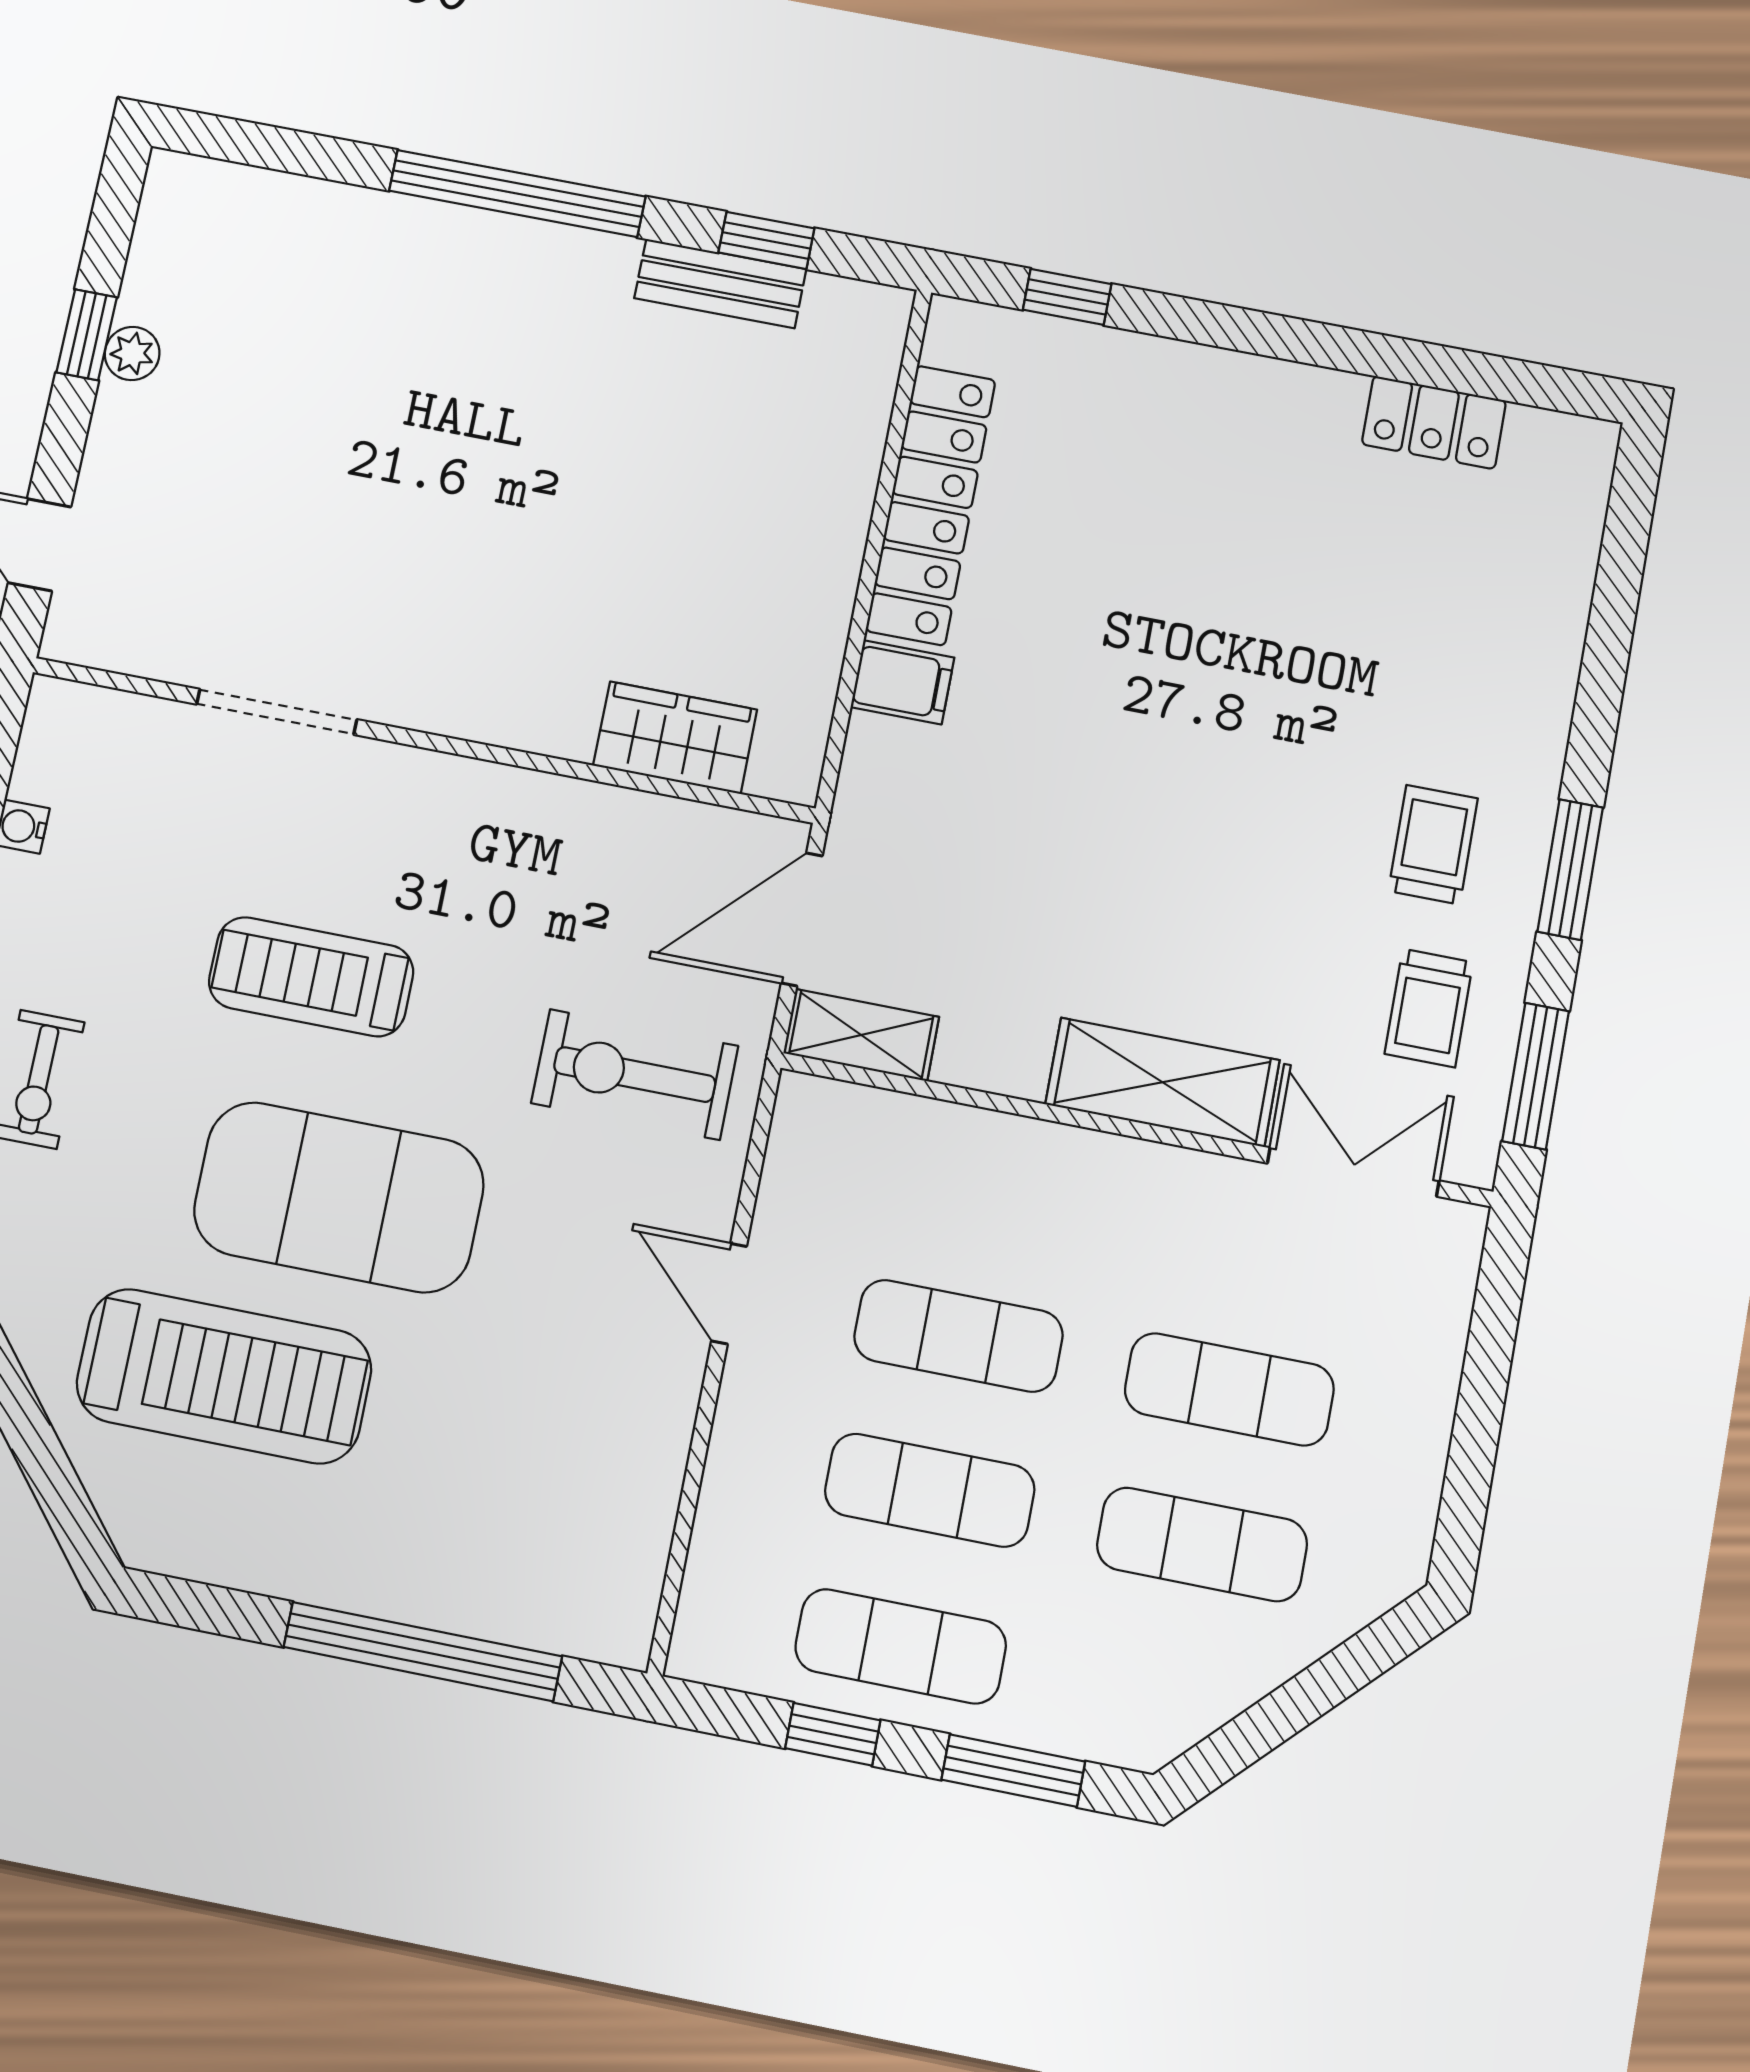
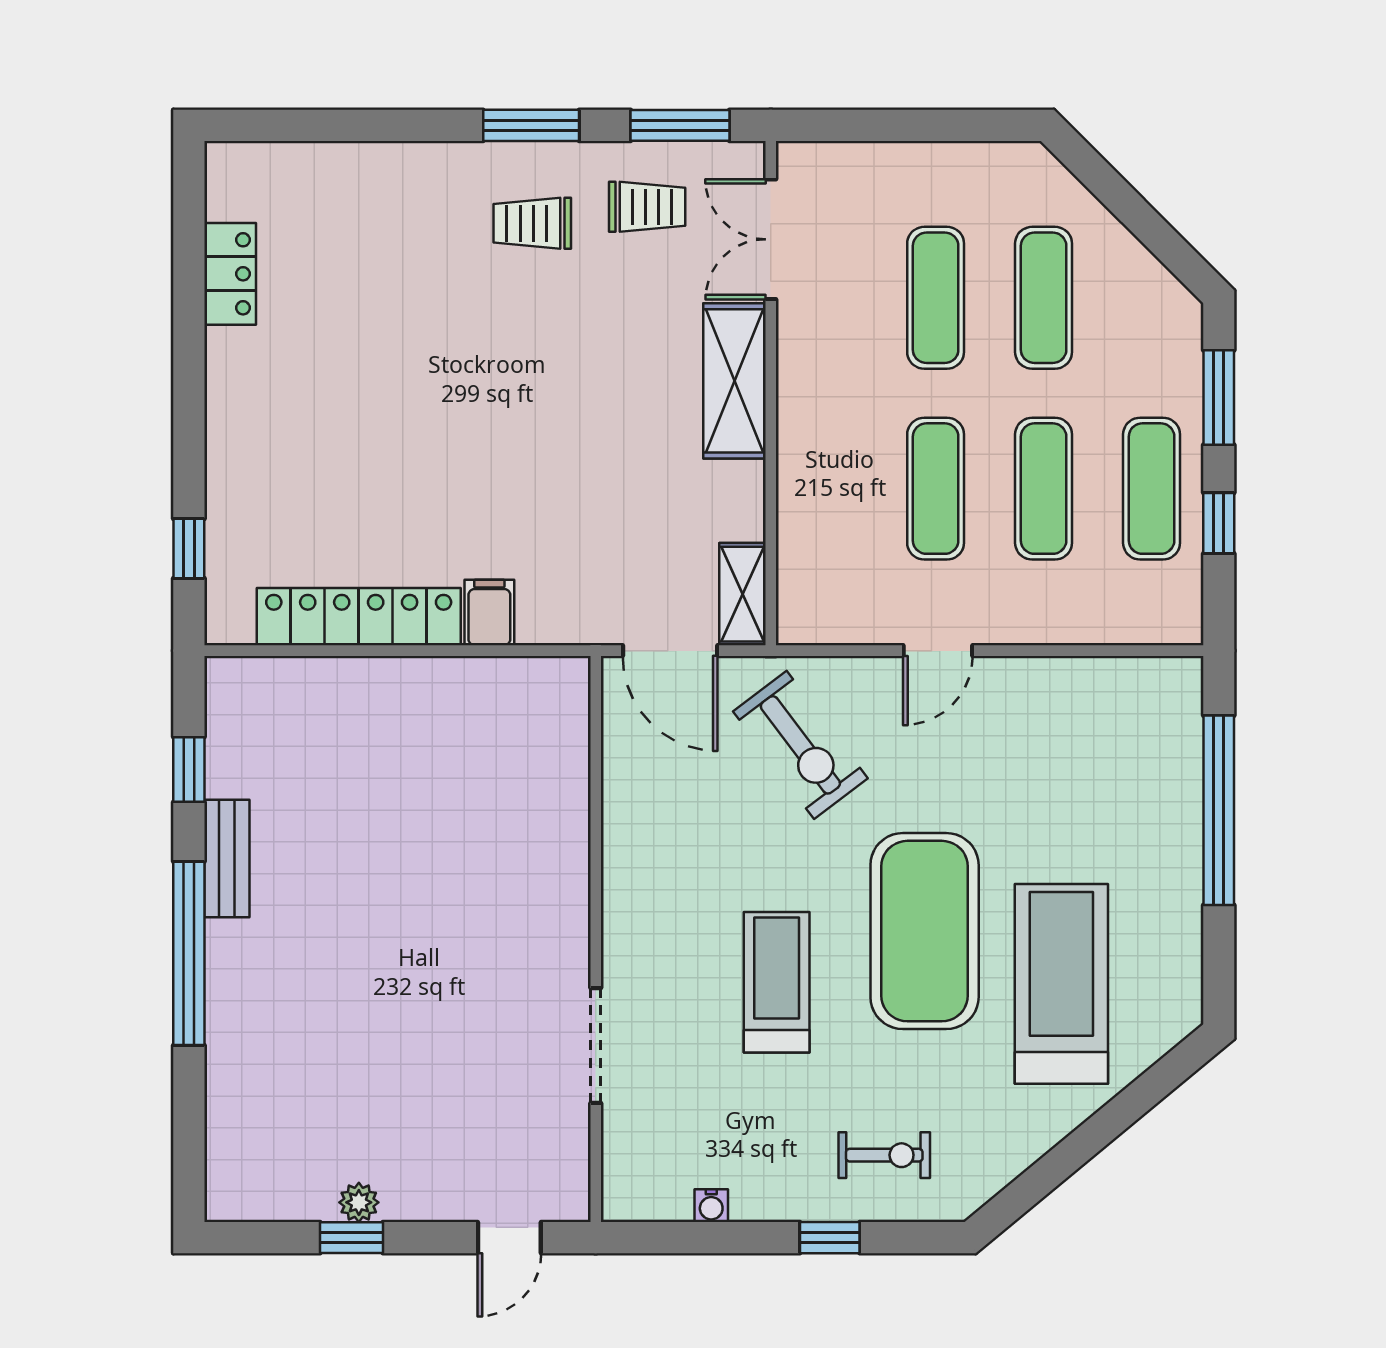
bench: (720, 284) -> (227, 859), moved
wardrobe: (675, 738) -> (560, 764), removed
treadmill: (311, 977) -> (777, 982), turned 180
exercise bike: (635, 1075) -> (800, 745), turned -37

